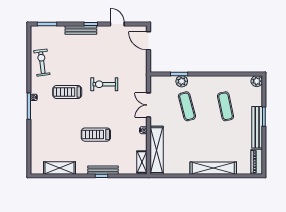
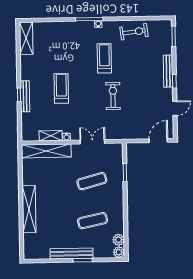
plant: (182, 81) -> (119, 240), moved
shelving: (142, 162) -> (51, 136), moved
piano: (257, 162) -> (36, 254), removed
shelving: (60, 168) -> (26, 38), moved

